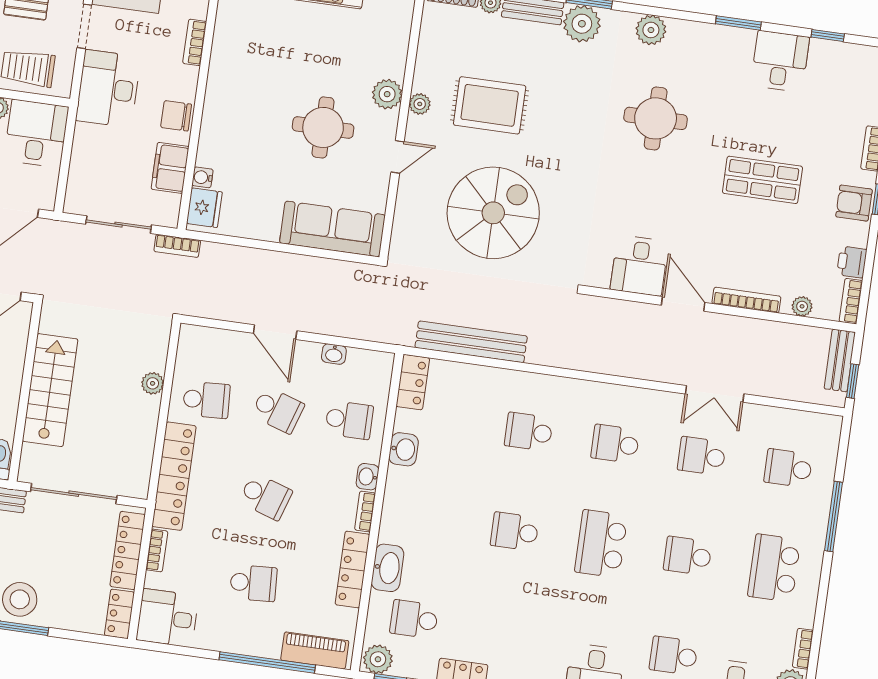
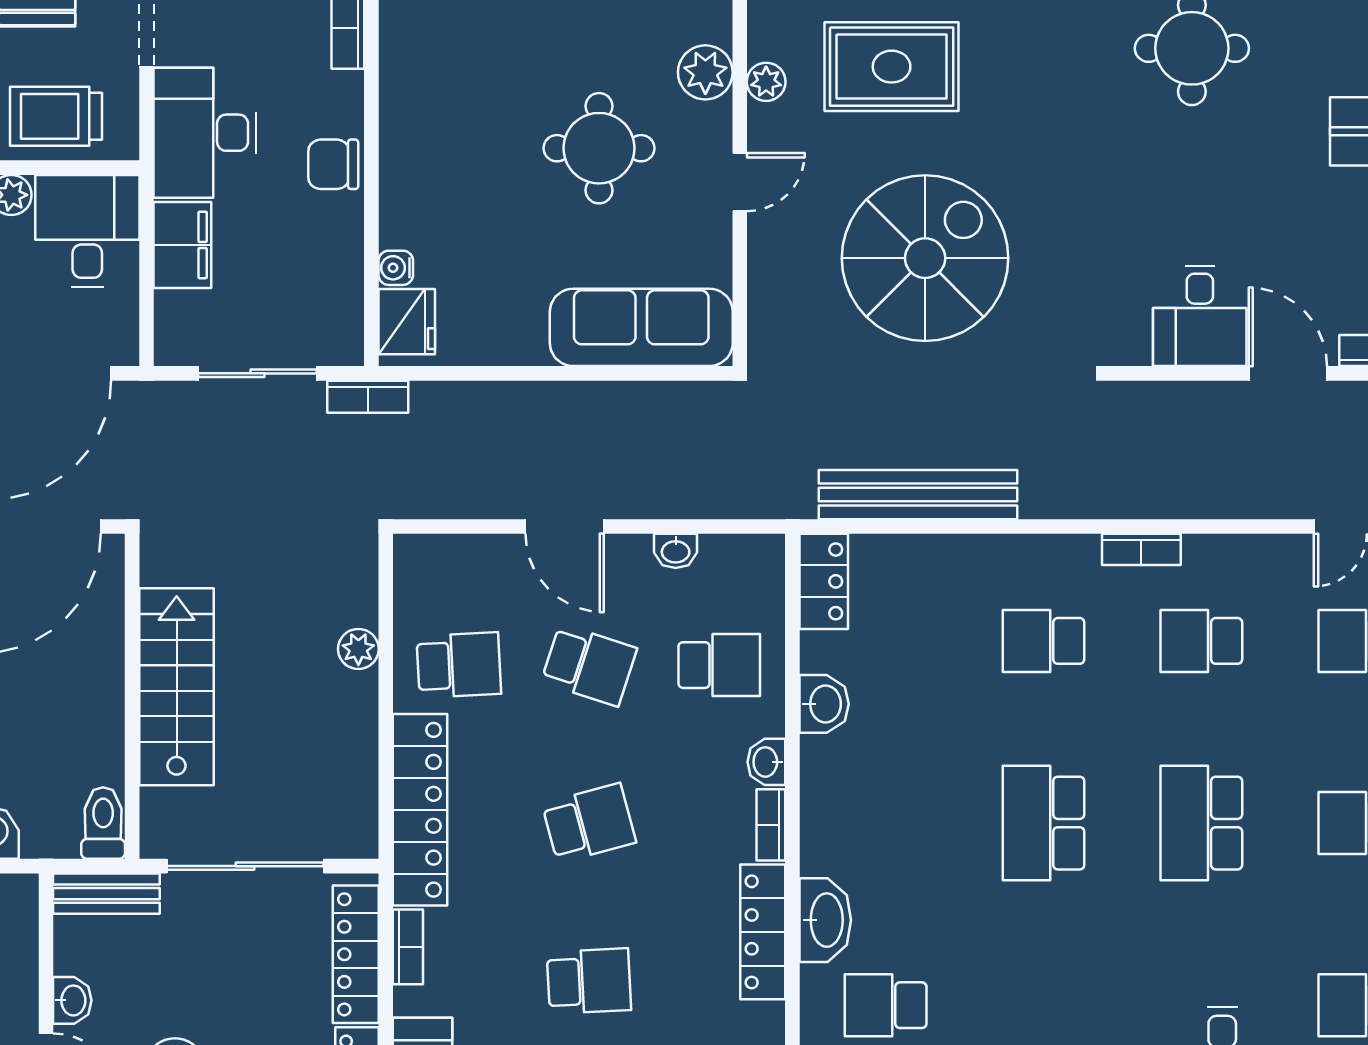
filing cabinet: (170, 168) -> (182, 245), moved, turned 180
bookcase: (589, 389) -> (1141, 549), added
school desk: (266, 496) -> (589, 823), turned -33
school desk: (515, 531) -> (1044, 823), width x1.85

